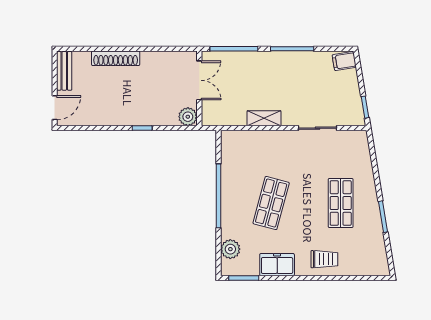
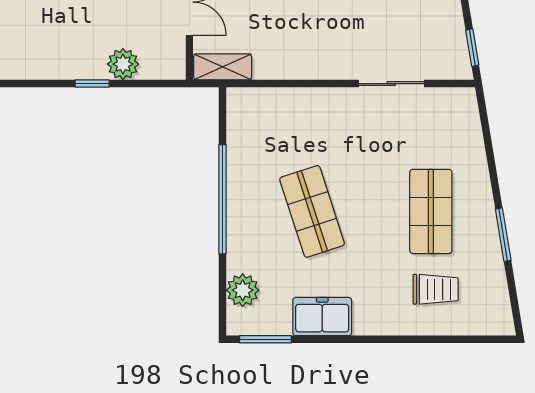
plant: (188, 117) -> (123, 64), moved
shelving: (264, 118) -> (223, 67), moved
shop shelf: (271, 203) -> (312, 211), turned -33
trolley: (324, 259) -> (436, 289), moved

